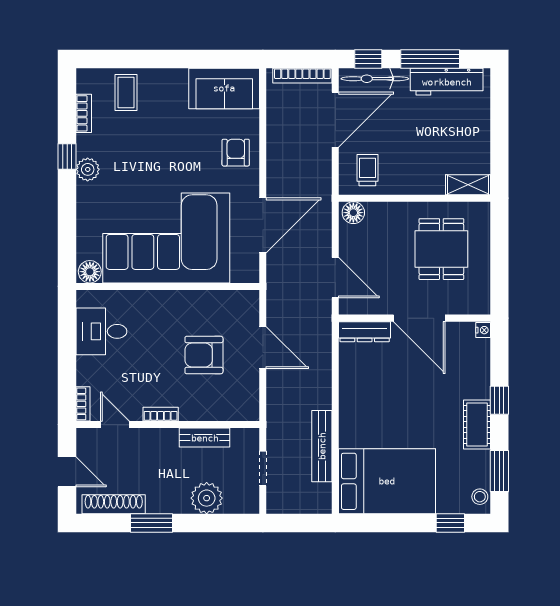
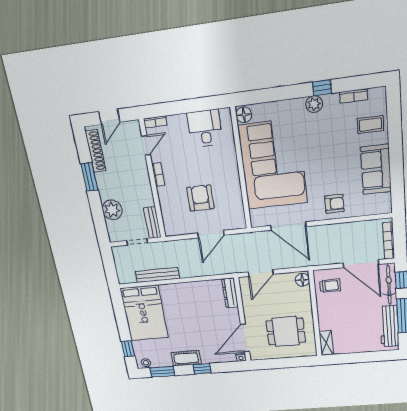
sofa: (224, 88) -> (376, 169), moved
door: (419, 318) -> (245, 338), moved
bench: (205, 438) -> (152, 223), moved

